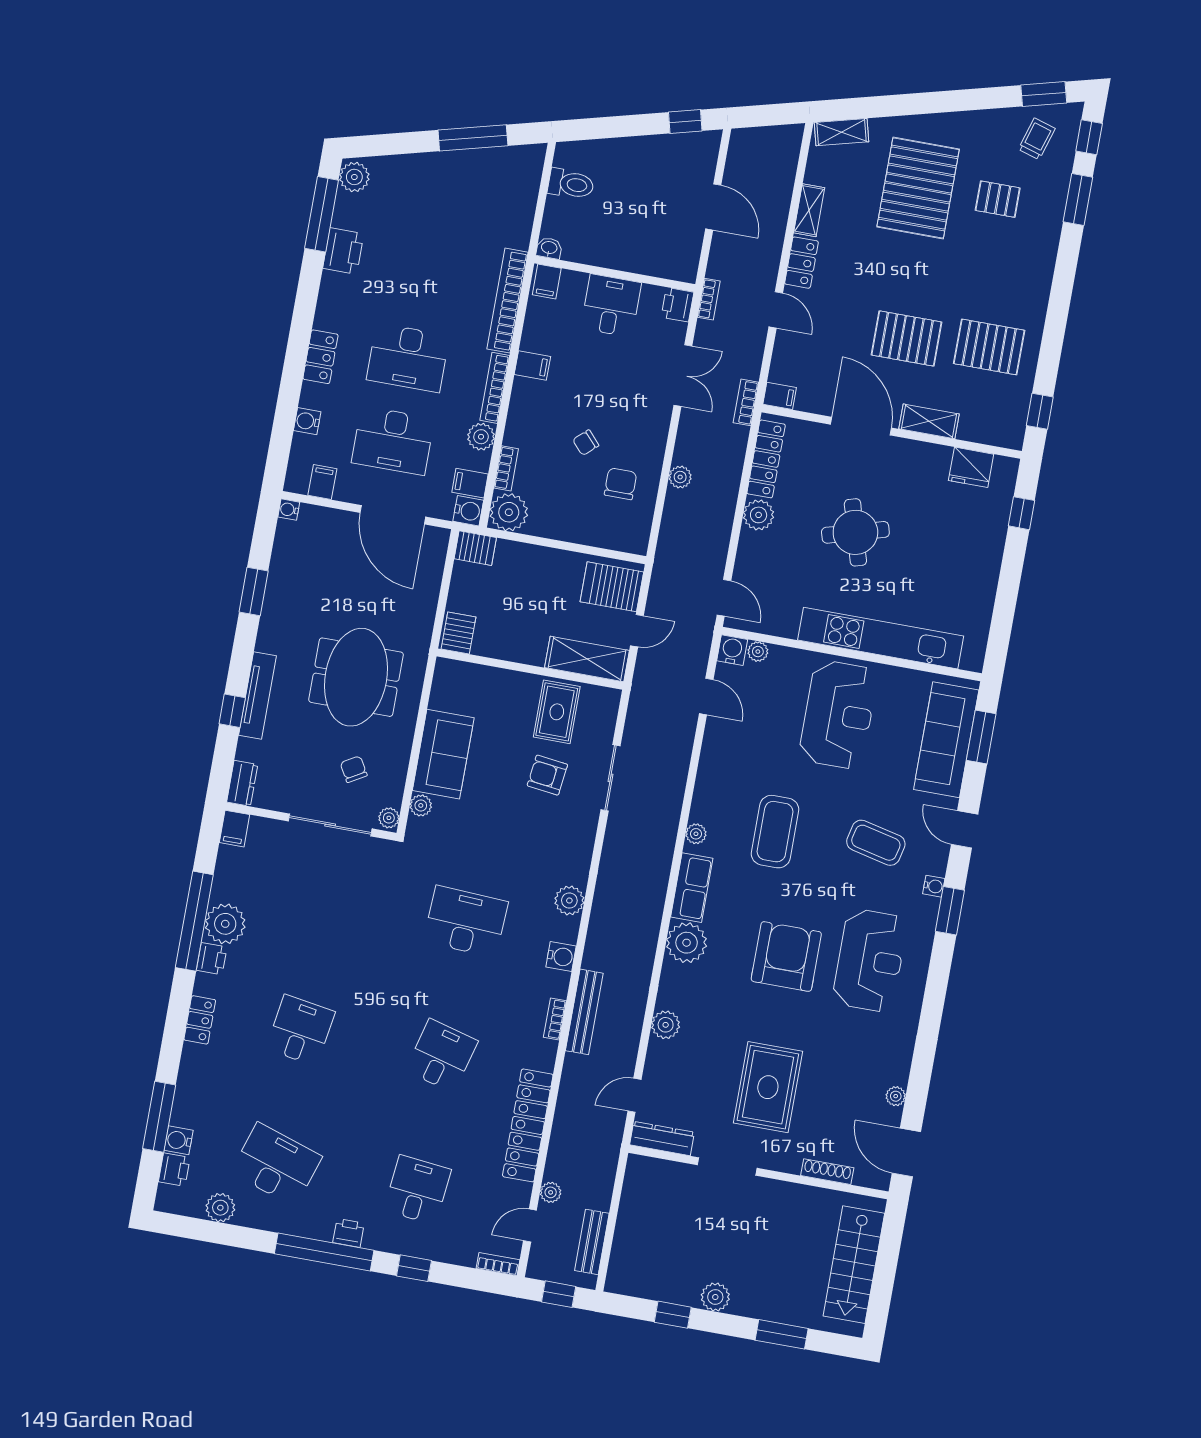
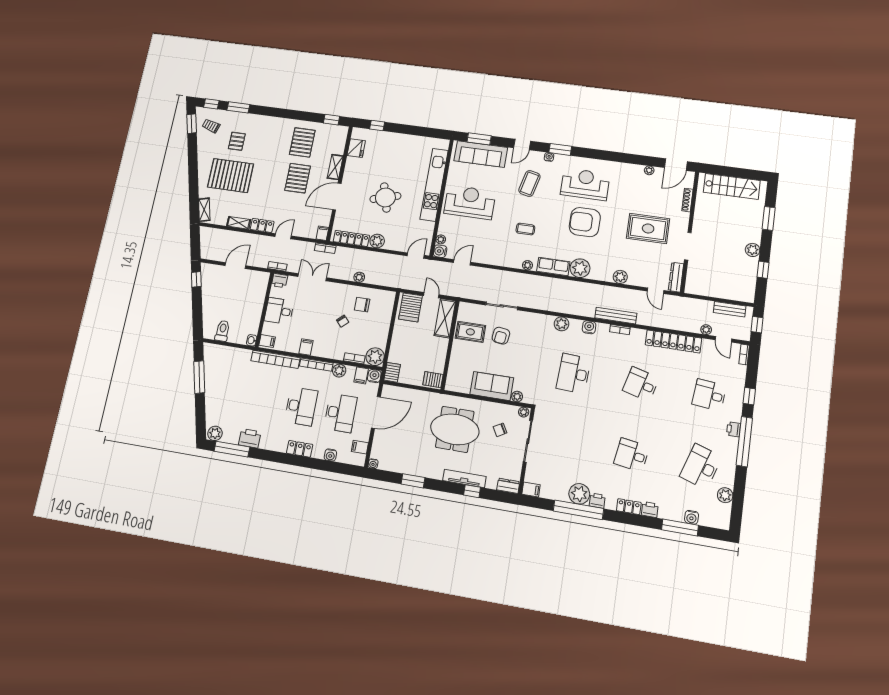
coffee table: (775, 832) -> (525, 229), width x0.54, depth x0.58
printer: (174, 1170) -> (650, 510), moved

